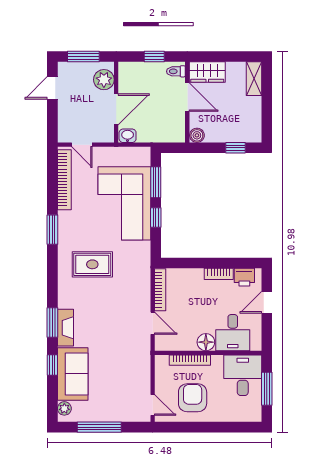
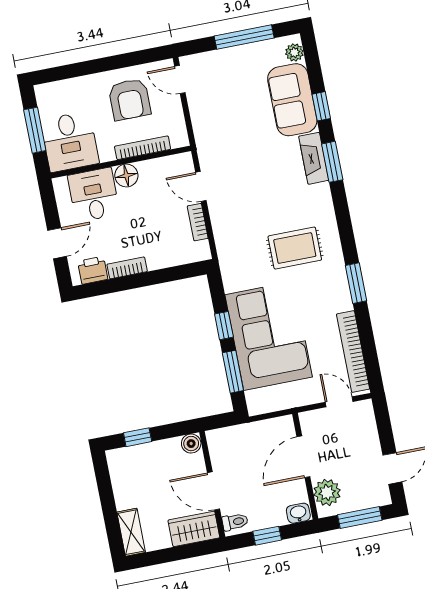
washbasin: (128, 136) -> (298, 513), moved, turned 180
bookcase: (160, 290) -> (198, 222), width x0.64

